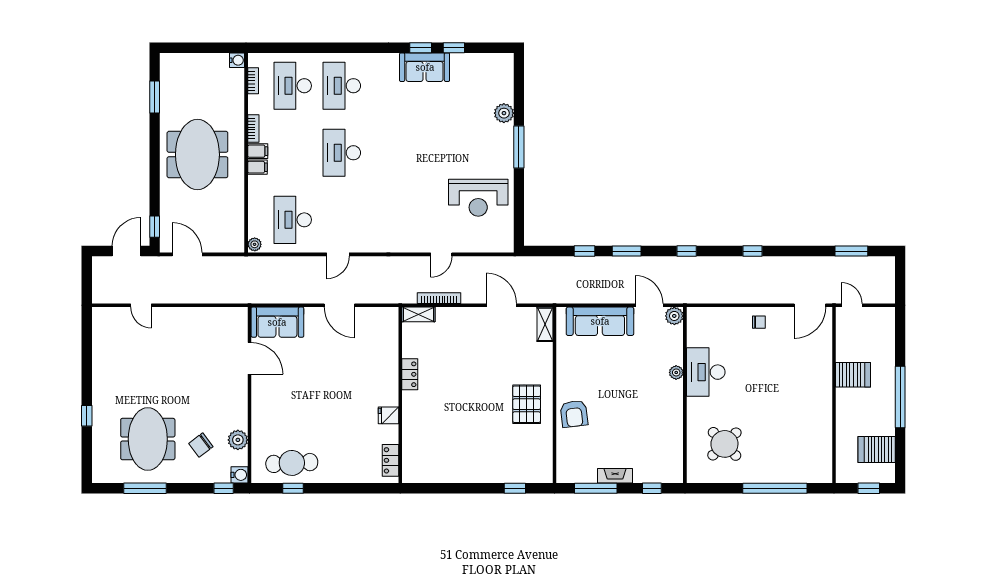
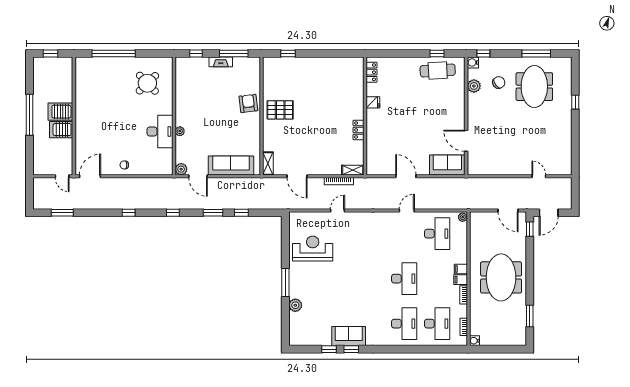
pallet: (527, 404) -> (280, 110), turned 90
server rack: (877, 449) -> (60, 112), moved, turned 180

